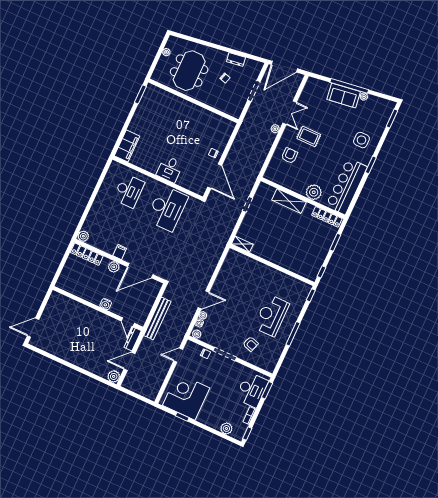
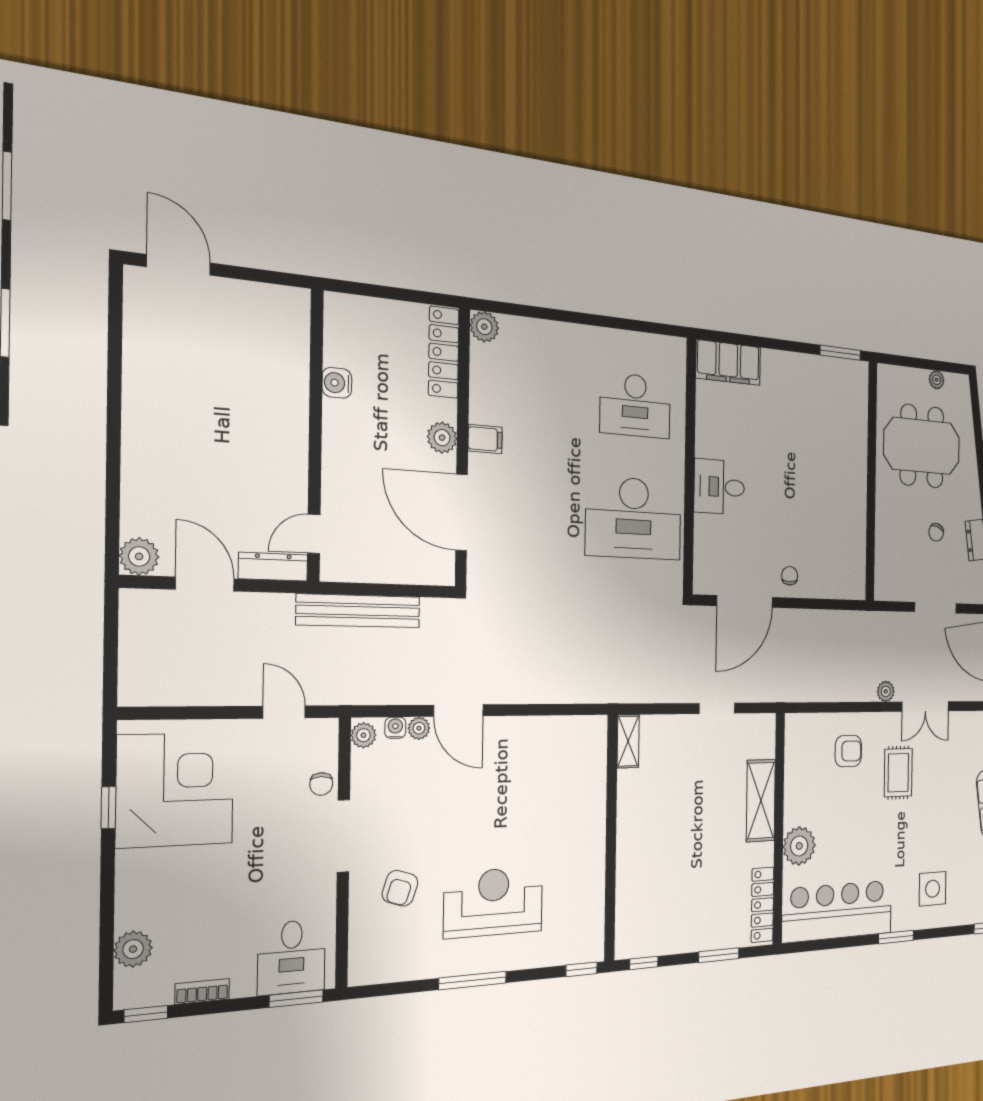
water cooler: (106, 304) -> (337, 383), moved
desk: (252, 390) -> (292, 957), width x0.73

